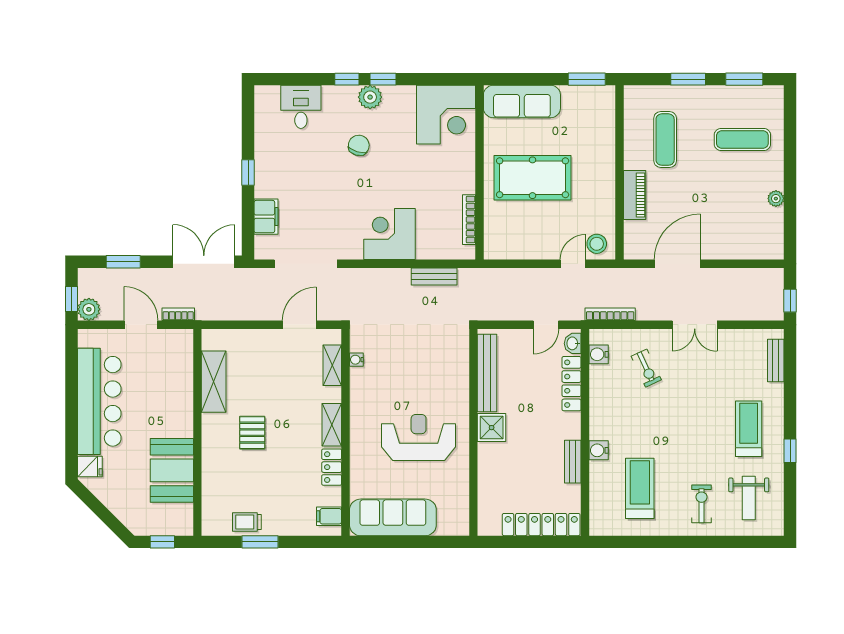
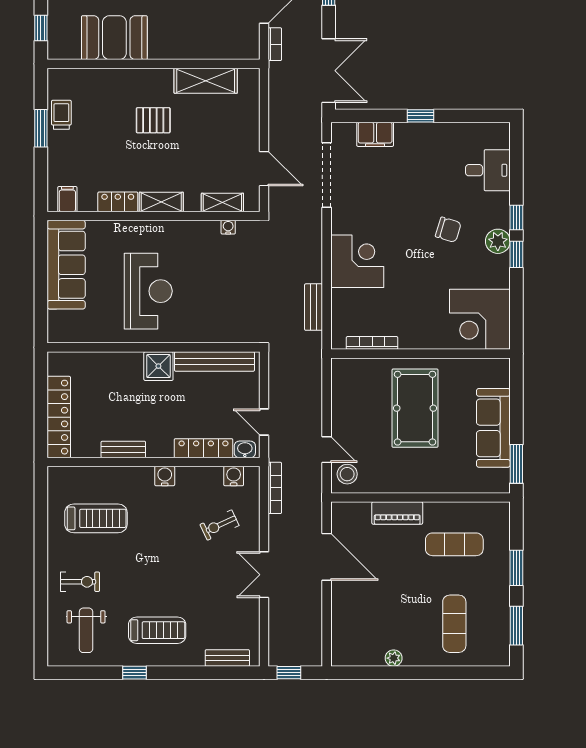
sofa: (522, 102) -> (493, 428), moved
water cooler: (599, 450) -> (165, 476), moved
weight bench: (749, 498) -> (86, 630), turned -90

